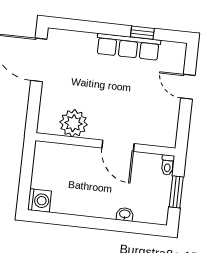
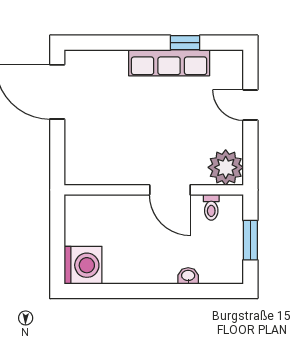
plant: (73, 123) -> (226, 167), moved
toilet: (168, 165) -> (211, 207), moved
washing machine: (40, 200) -> (83, 265), width x1.37, depth x1.37

